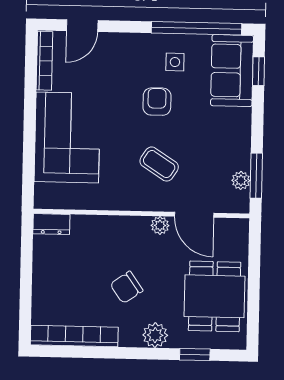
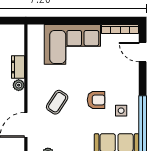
dresser: (51, 224) -> (18, 67), moved
plant: (160, 225) -> (19, 85), moved

